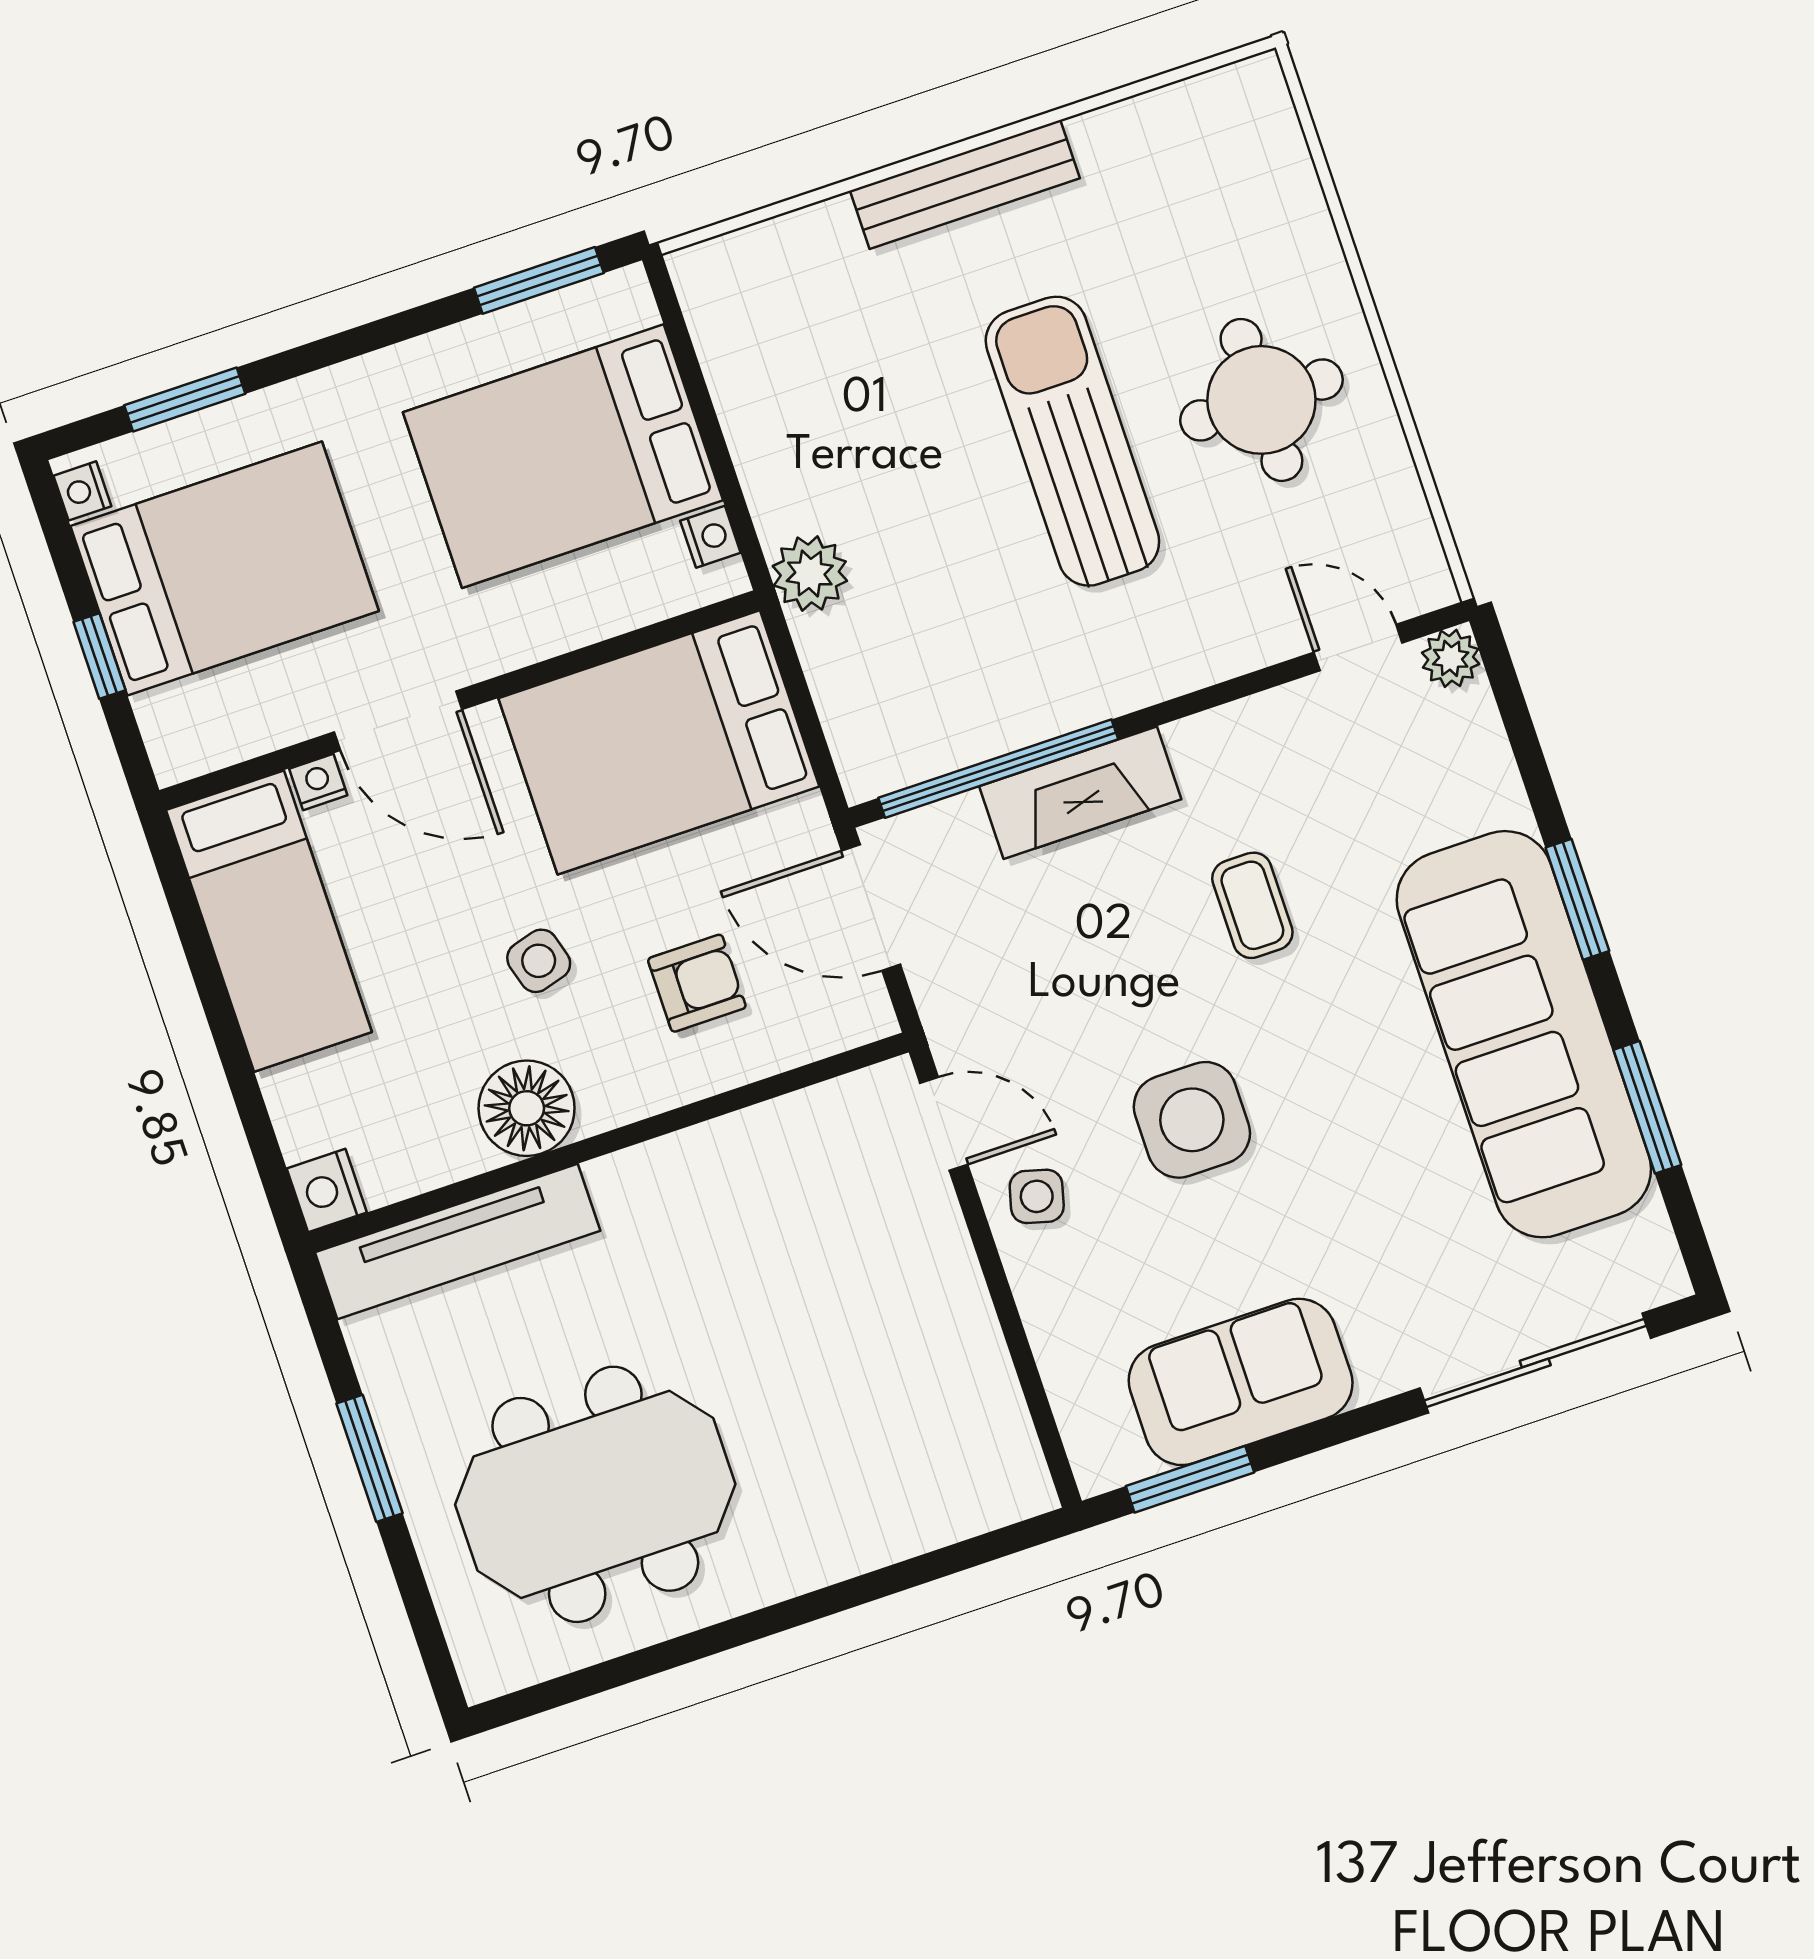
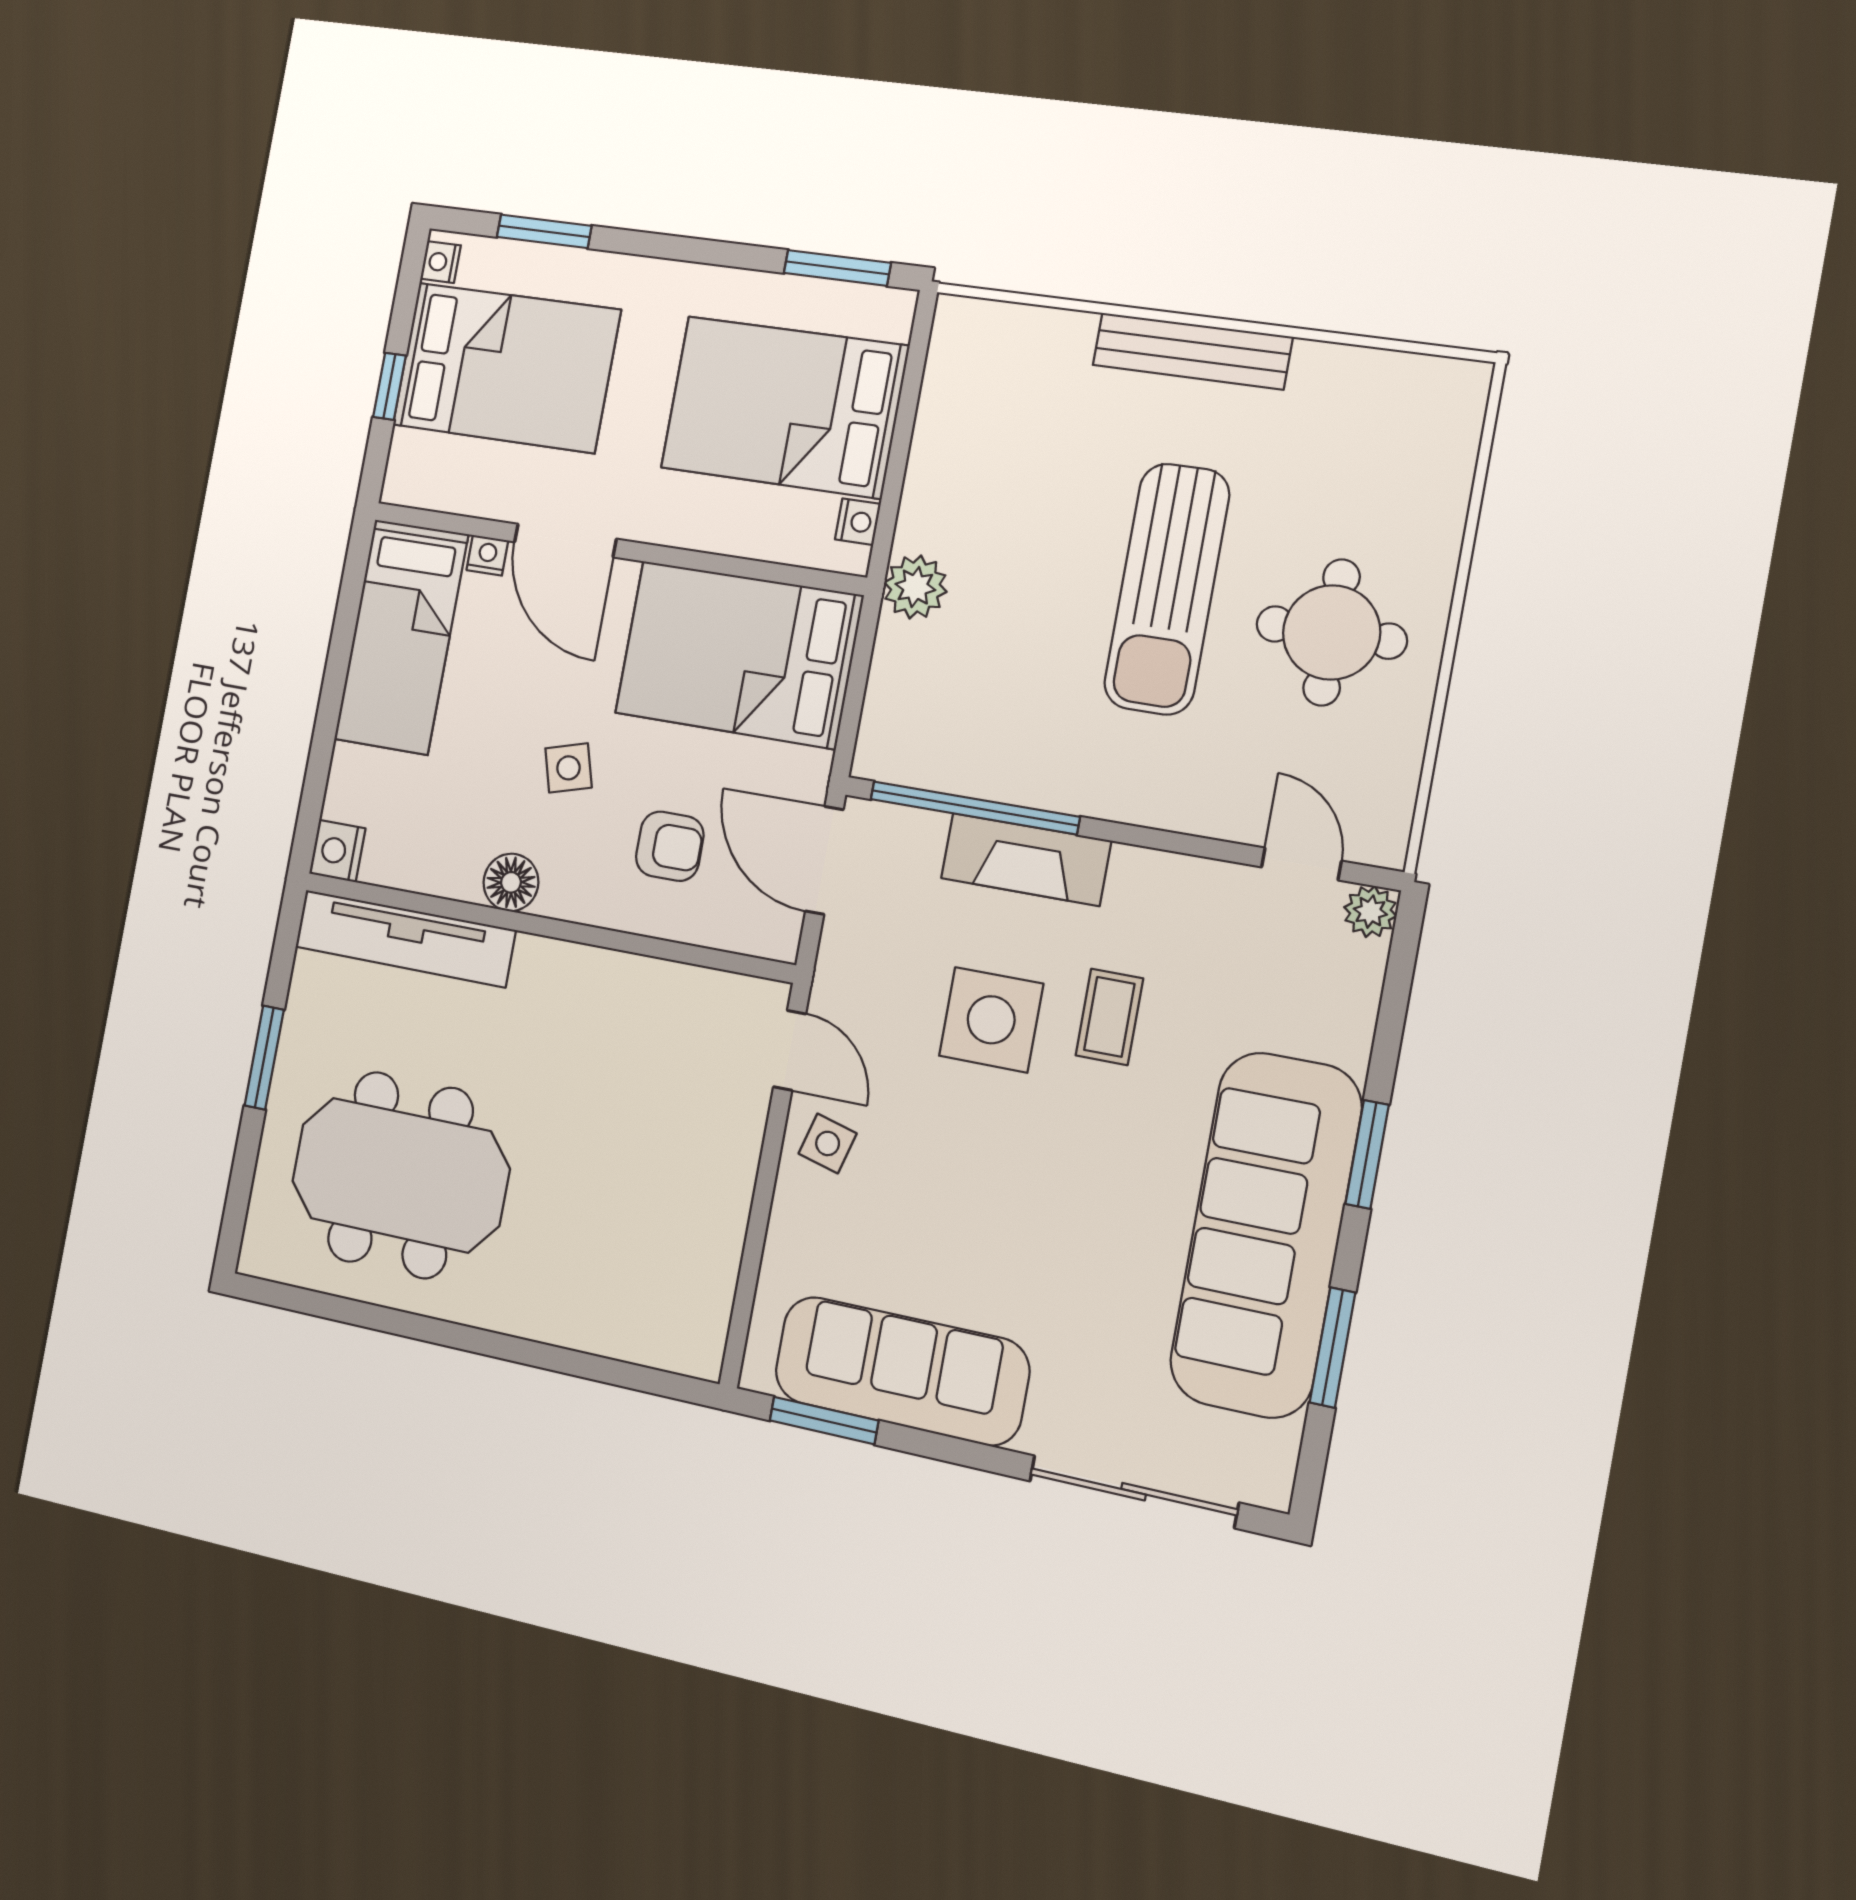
sun lounger: (1072, 441) -> (1167, 589), turned 180
floor lamp: (527, 1108) -> (511, 882), width x0.73, depth x0.73
side table: (1192, 1120) -> (991, 1020), moved
sofa: (1241, 1382) -> (902, 1371), width x1.36

